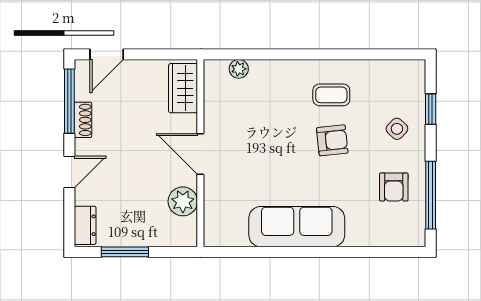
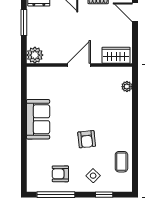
coffee table: (331, 95) -> (121, 162), moved
plant: (183, 201) -> (35, 55), moved
sofa: (297, 227) -> (38, 119), width x0.73

